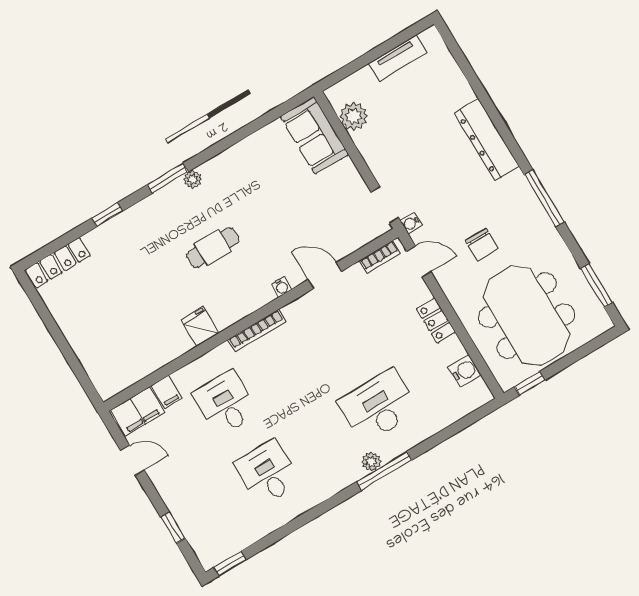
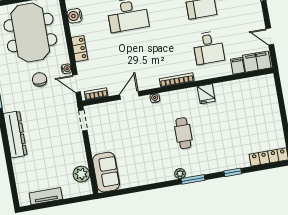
water cooler: (411, 223) -> (66, 69), moved
cafe table: (213, 248) -> (183, 133), turned 90
door: (325, 275) -> (129, 95), swing flipped

